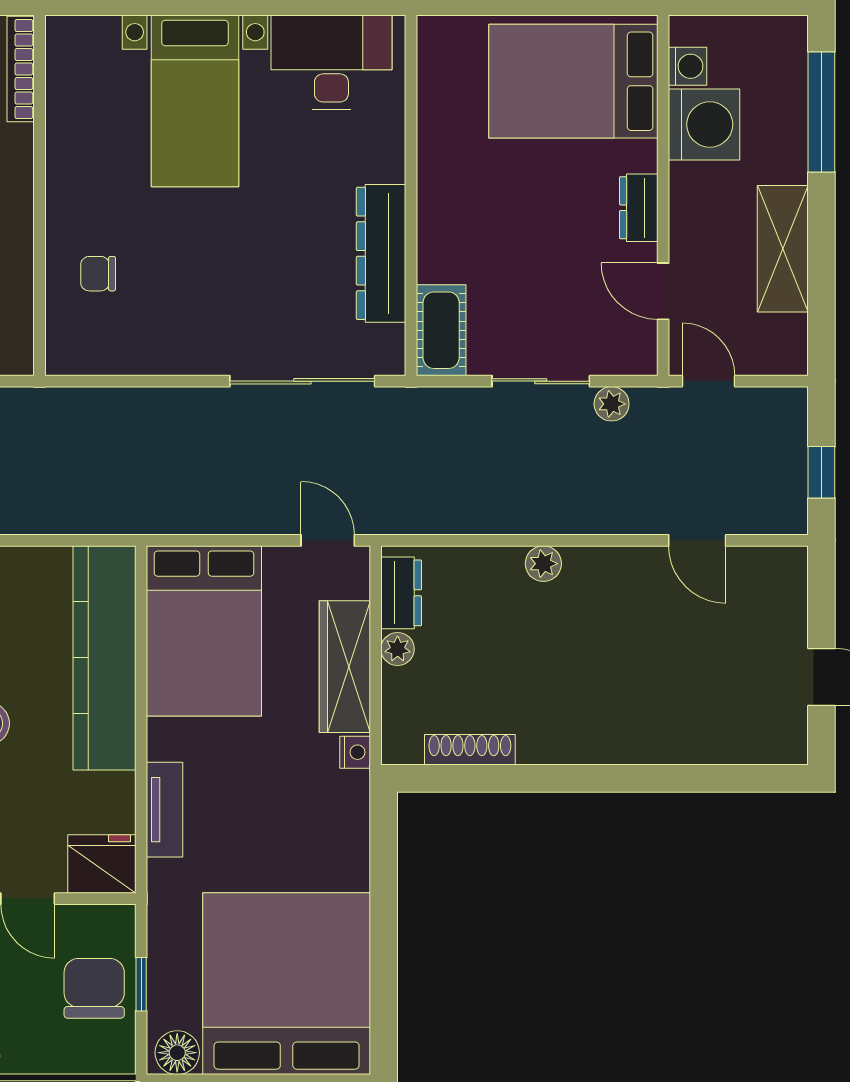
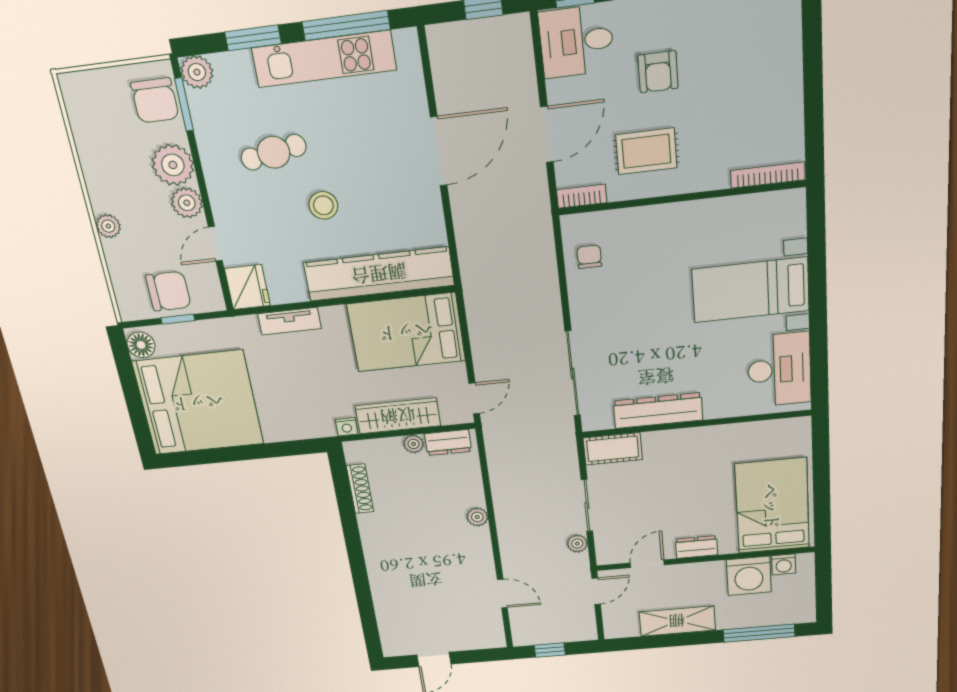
chair: (98, 274) -> (589, 257), moved
bookcase: (20, 340) -> (582, 196), added
door: (697, 540) -> (502, 594), swing flipped

